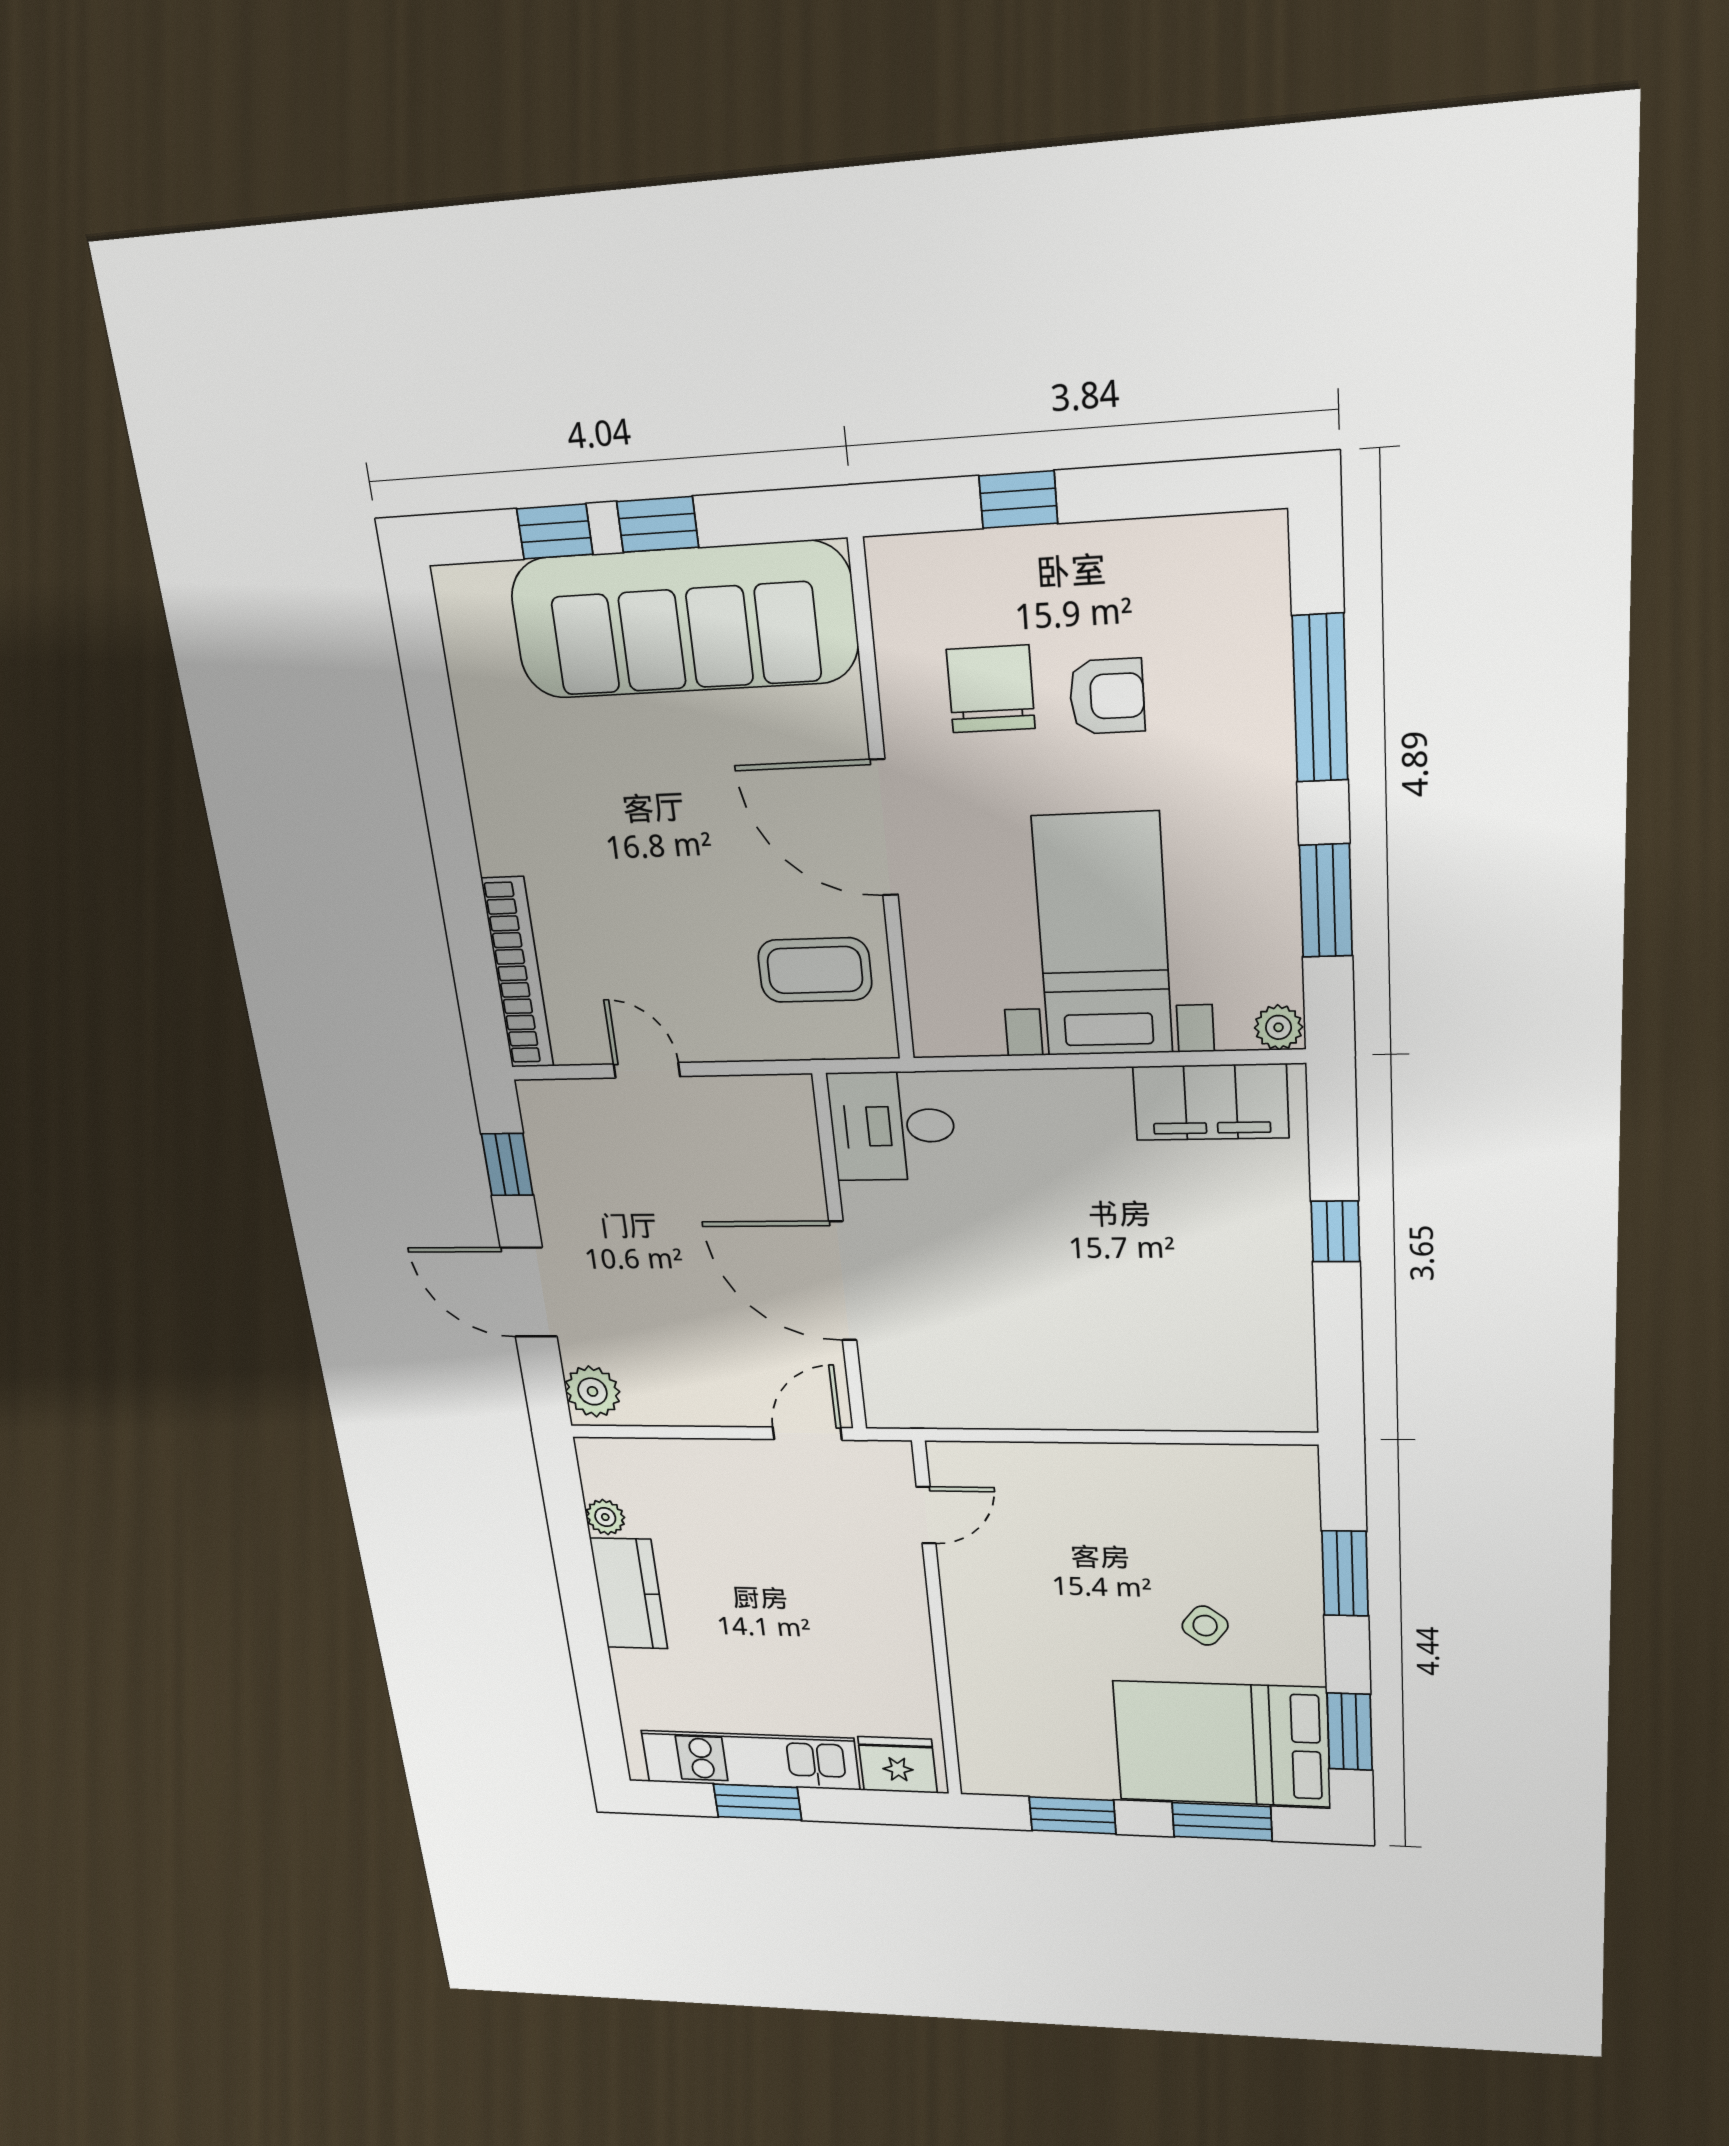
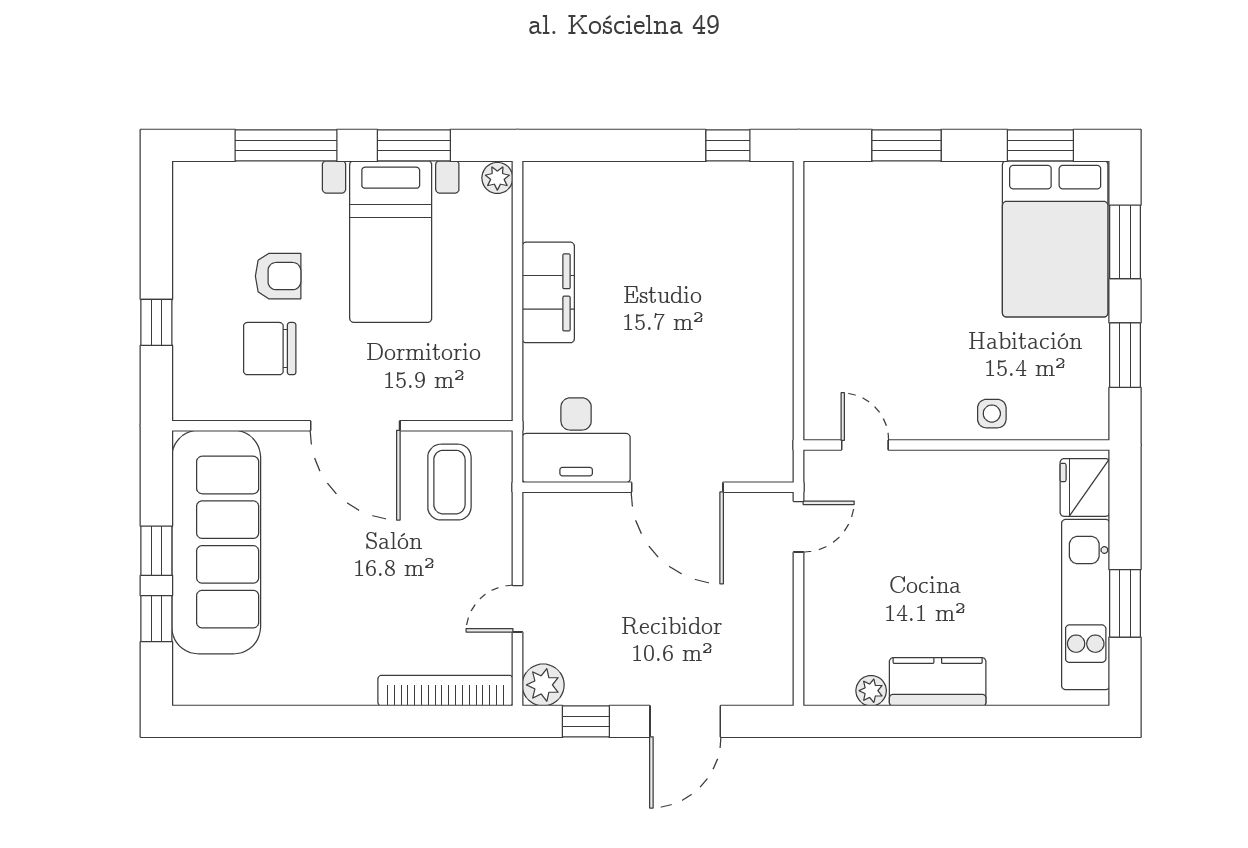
armchair: (1107, 696) -> (278, 276), turned 90
door: (884, 828) -> (355, 426), hinge flipped
bed with nightstands: (1103, 936) -> (391, 242), moved, turned -90
filing cabinet: (1211, 1102) -> (548, 292), moved
desk: (892, 1126) -> (576, 440), width x1.37
window: (1335, 1231) -> (728, 145), moved
door: (843, 1281) -> (677, 487), hinge flipped
plant: (593, 1391) -> (543, 685), moved
door: (807, 1434) -> (799, 527), swing flipped
side table: (1205, 1626) -> (992, 414), moved, turned -38

